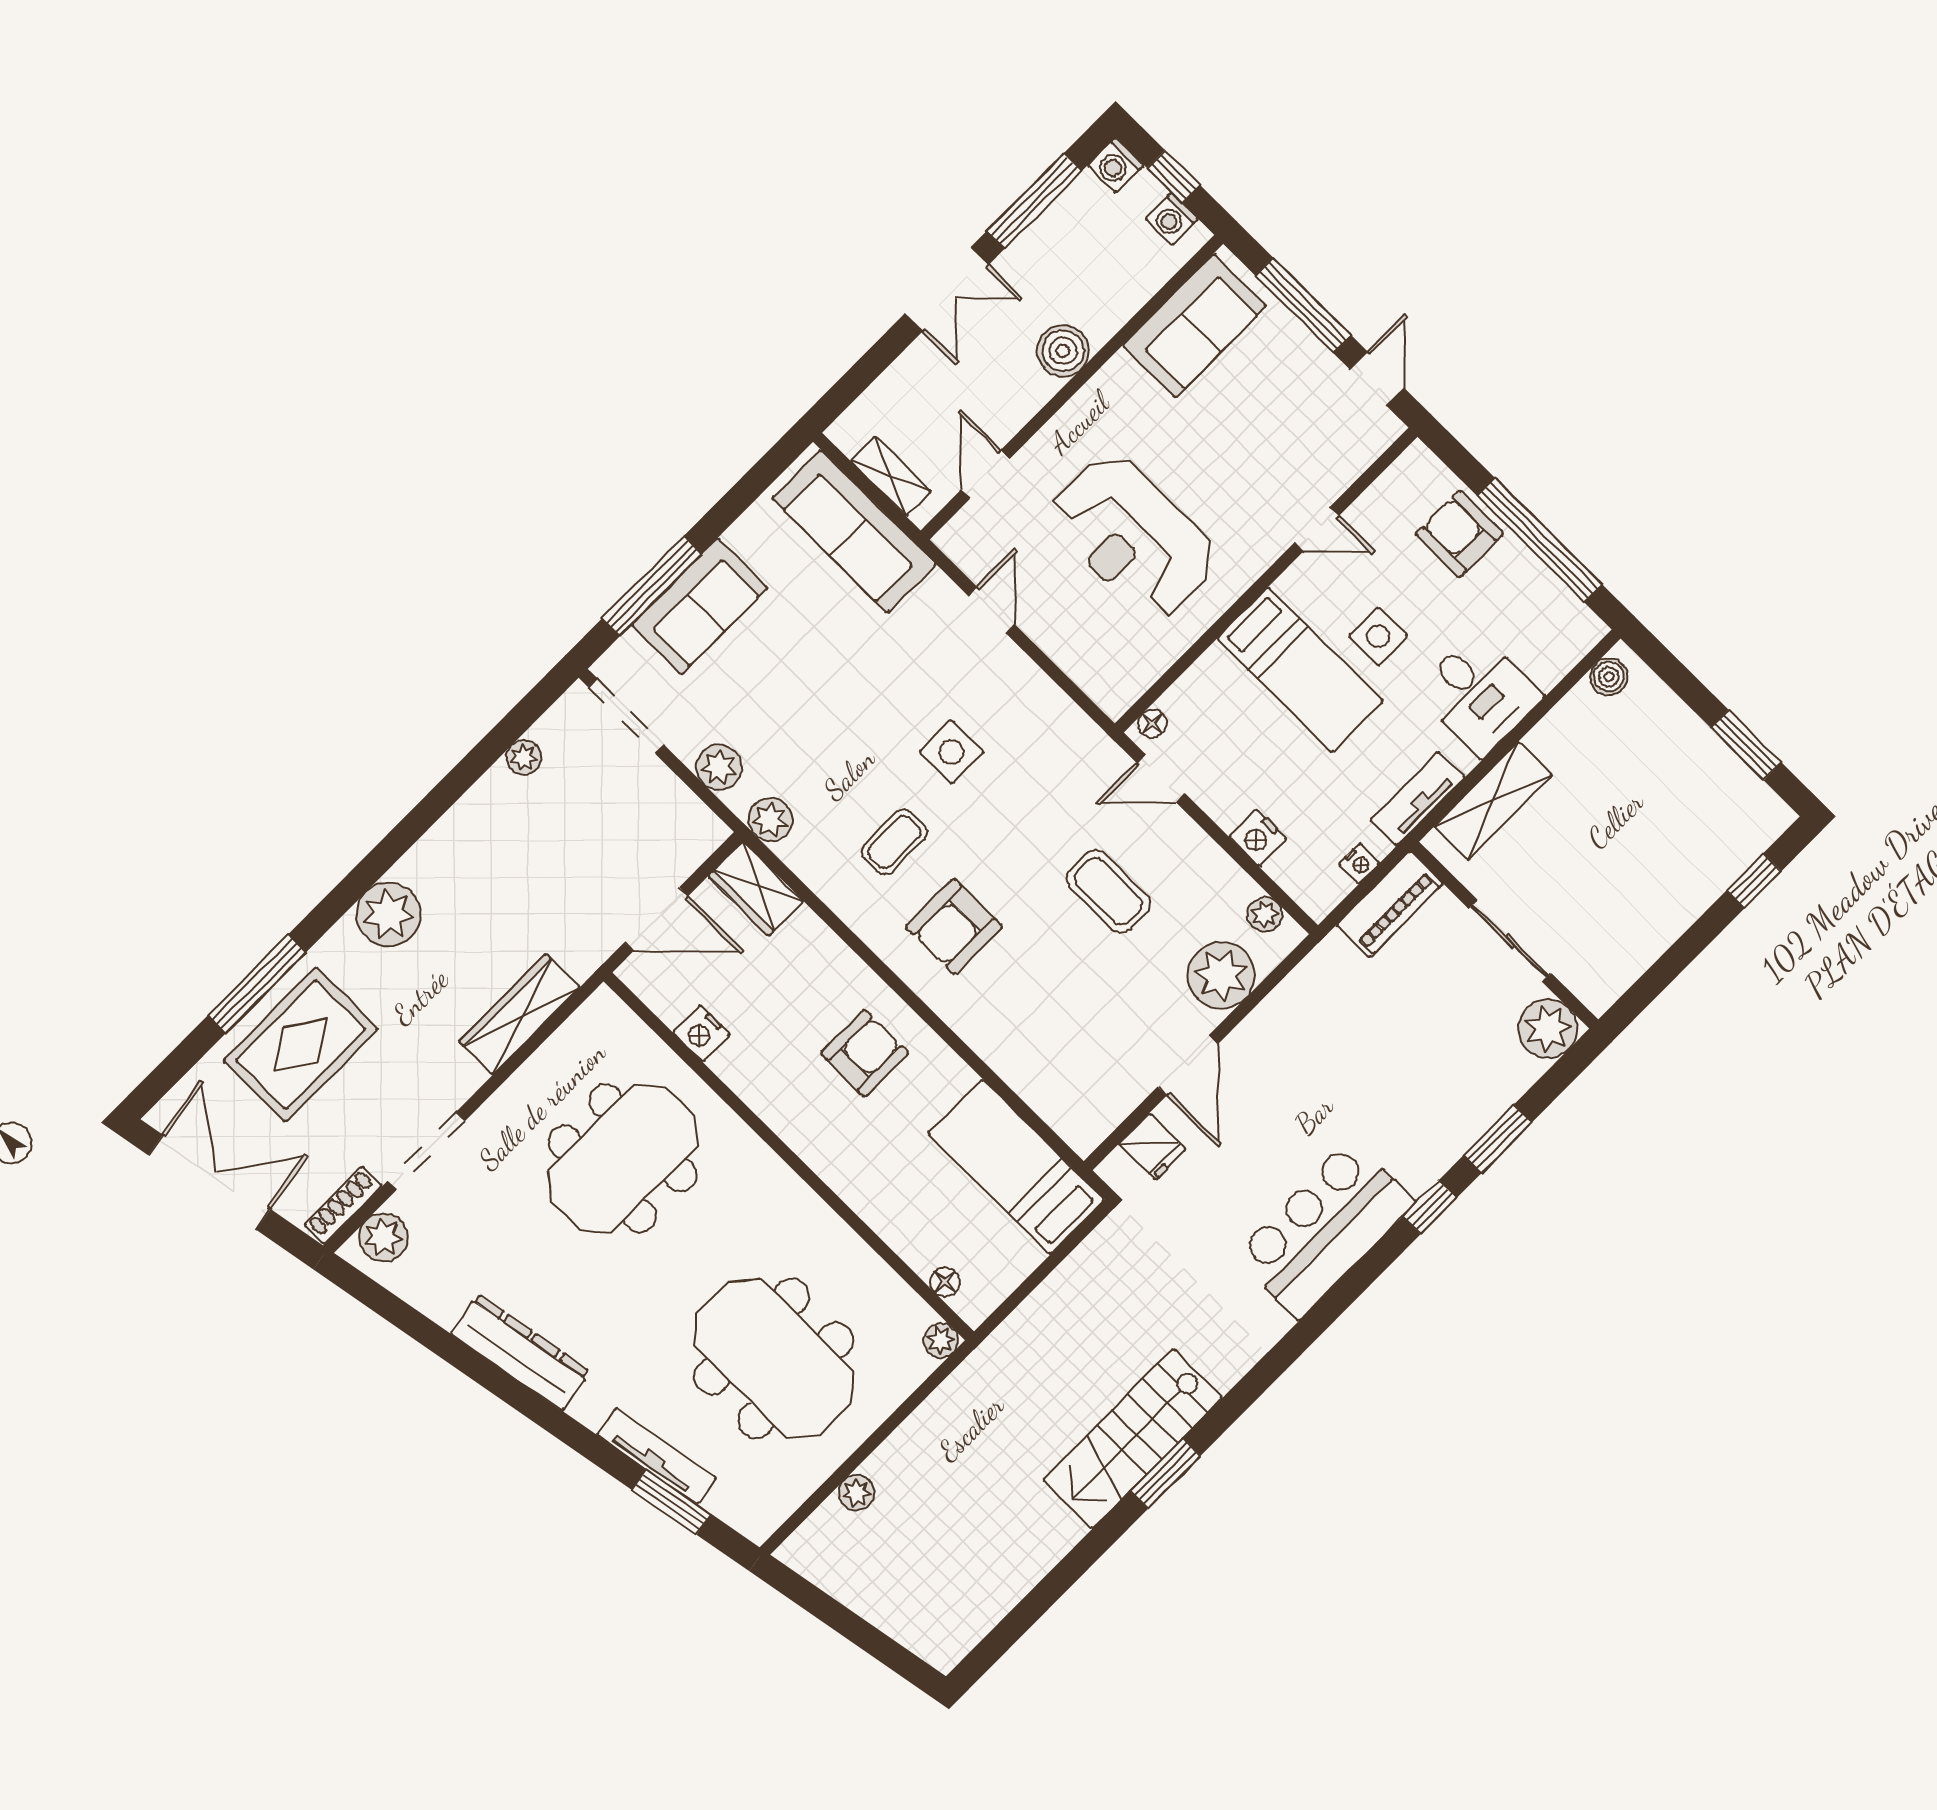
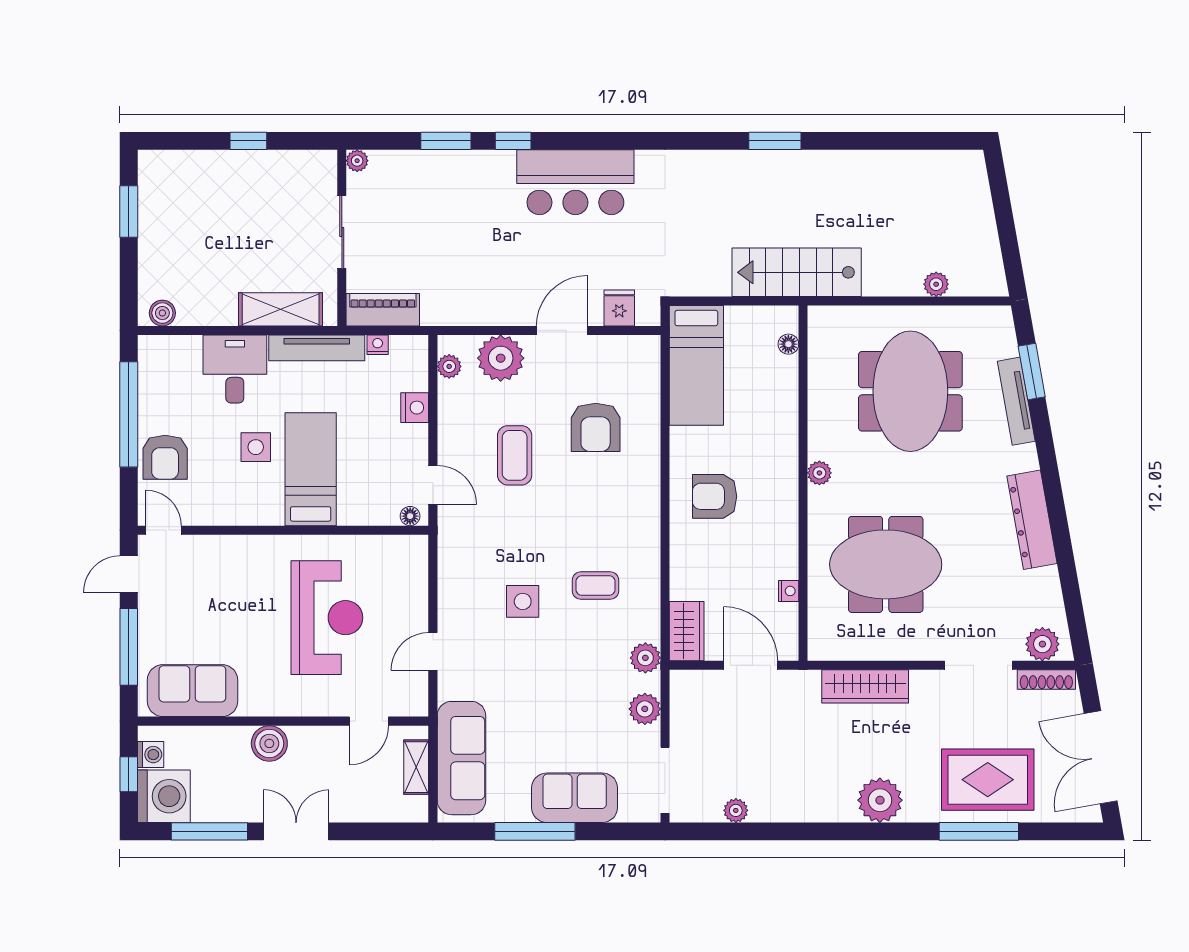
washing machine: (1116, 165) -> (164, 796), width x1.89, depth x1.89
door: (1316, 529) -> (164, 530), moved
window: (652, 586) -> (535, 831), moved
tv unit: (1418, 799) -> (317, 348), width x1.41
window: (1754, 881) -> (248, 141), moved
armchair: (954, 927) -> (596, 427), moved, turned 90
plant: (1548, 1029) -> (357, 161), width x0.53, depth x0.53
nightstand: (702, 1033) -> (789, 591), width x0.72, depth x0.74
plant: (941, 1340) -> (819, 473), moved
stairs: (1133, 1439) -> (797, 272), moved, turned 180

